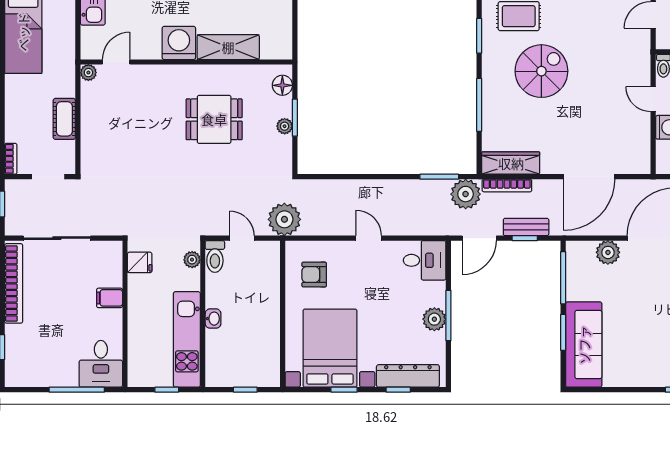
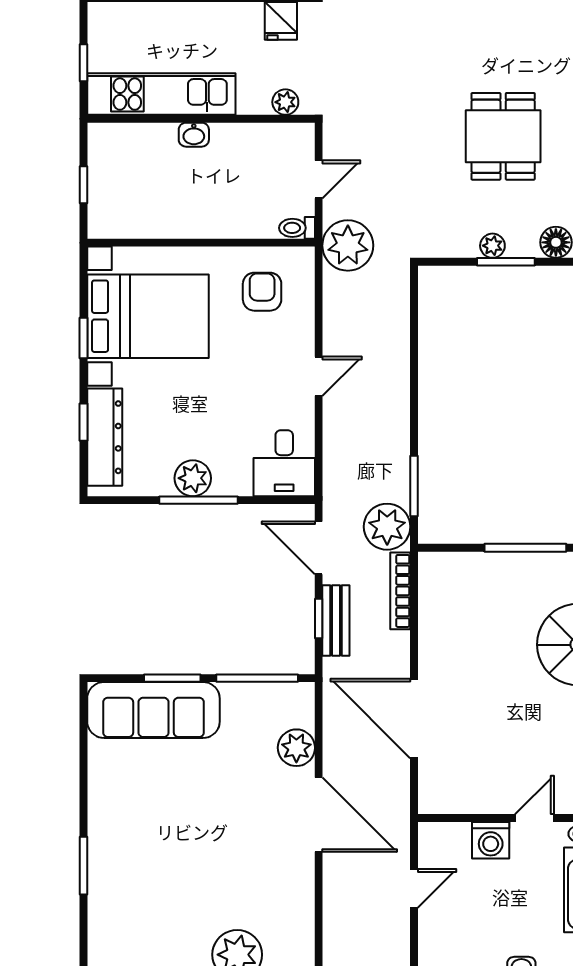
wardrobe: (511, 163) -> (435, 597), removed
toilet: (215, 256) -> (297, 228), moved, width x0.73, depth x0.72

